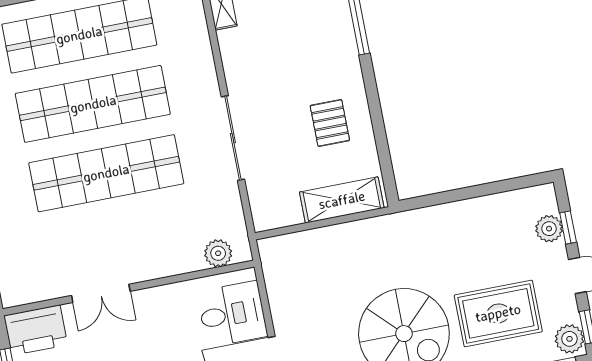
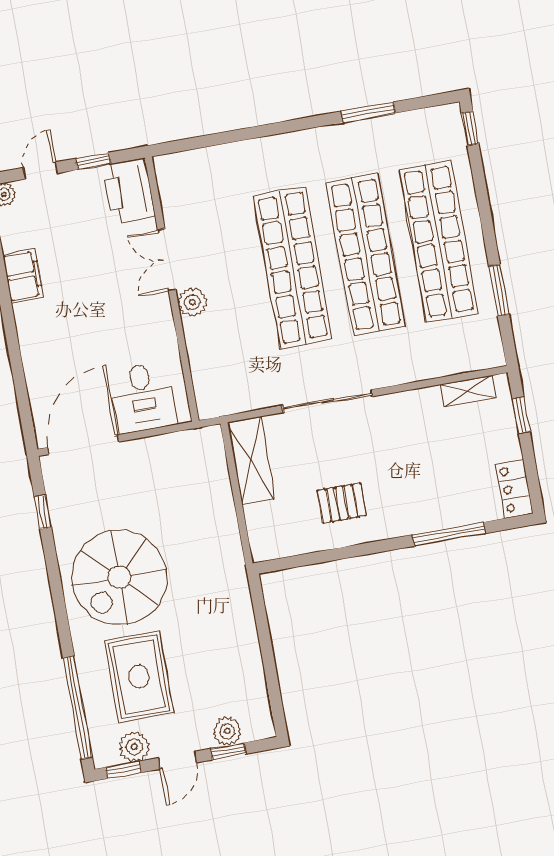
shelving: (342, 200) -> (251, 461), moved
plant: (218, 253) -> (192, 302), moved
plant: (569, 339) -> (134, 747), moved

